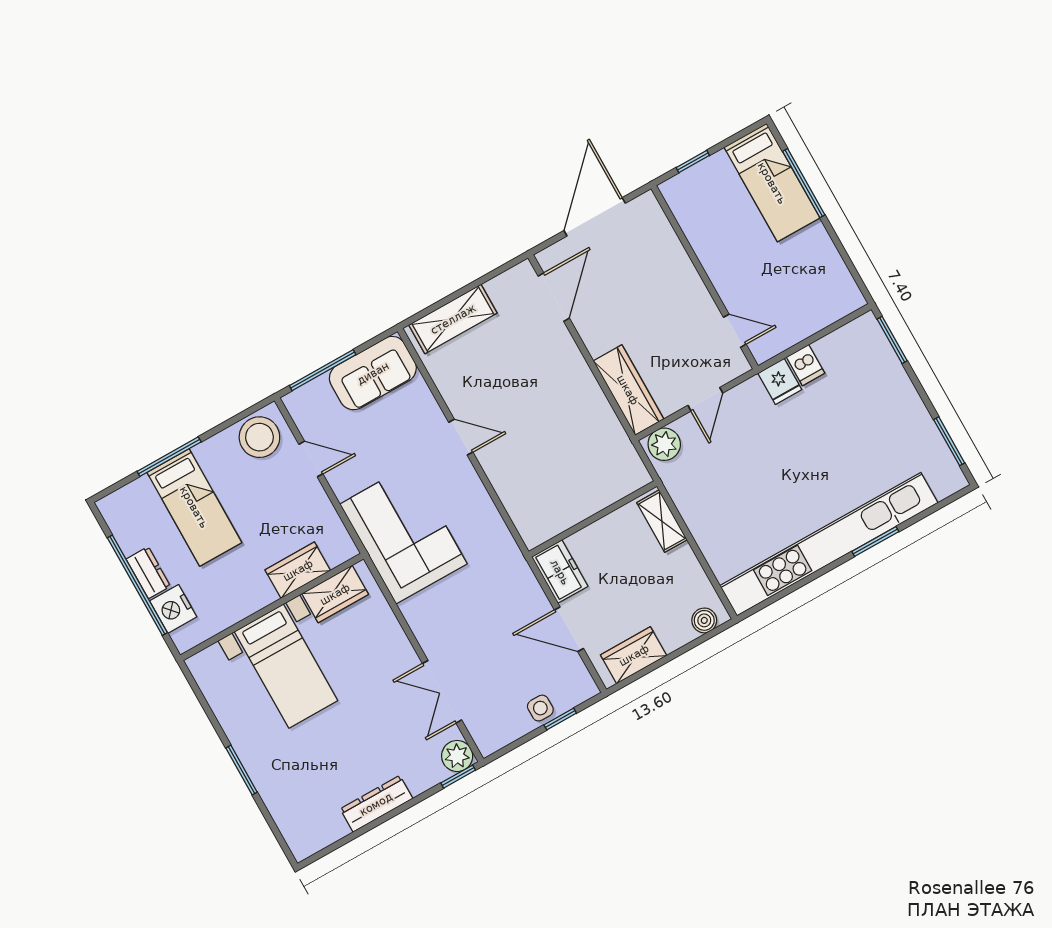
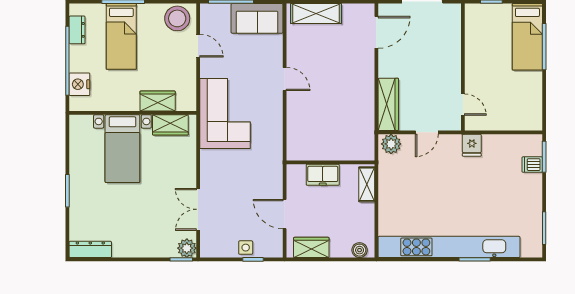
dishwasher: (805, 365) -> (532, 165), moved, turned 90
freezer: (560, 572) -> (323, 175), moved, turned 90
dresser: (148, 573) -> (77, 30), moved
dresser: (376, 804) -> (90, 249), moved

